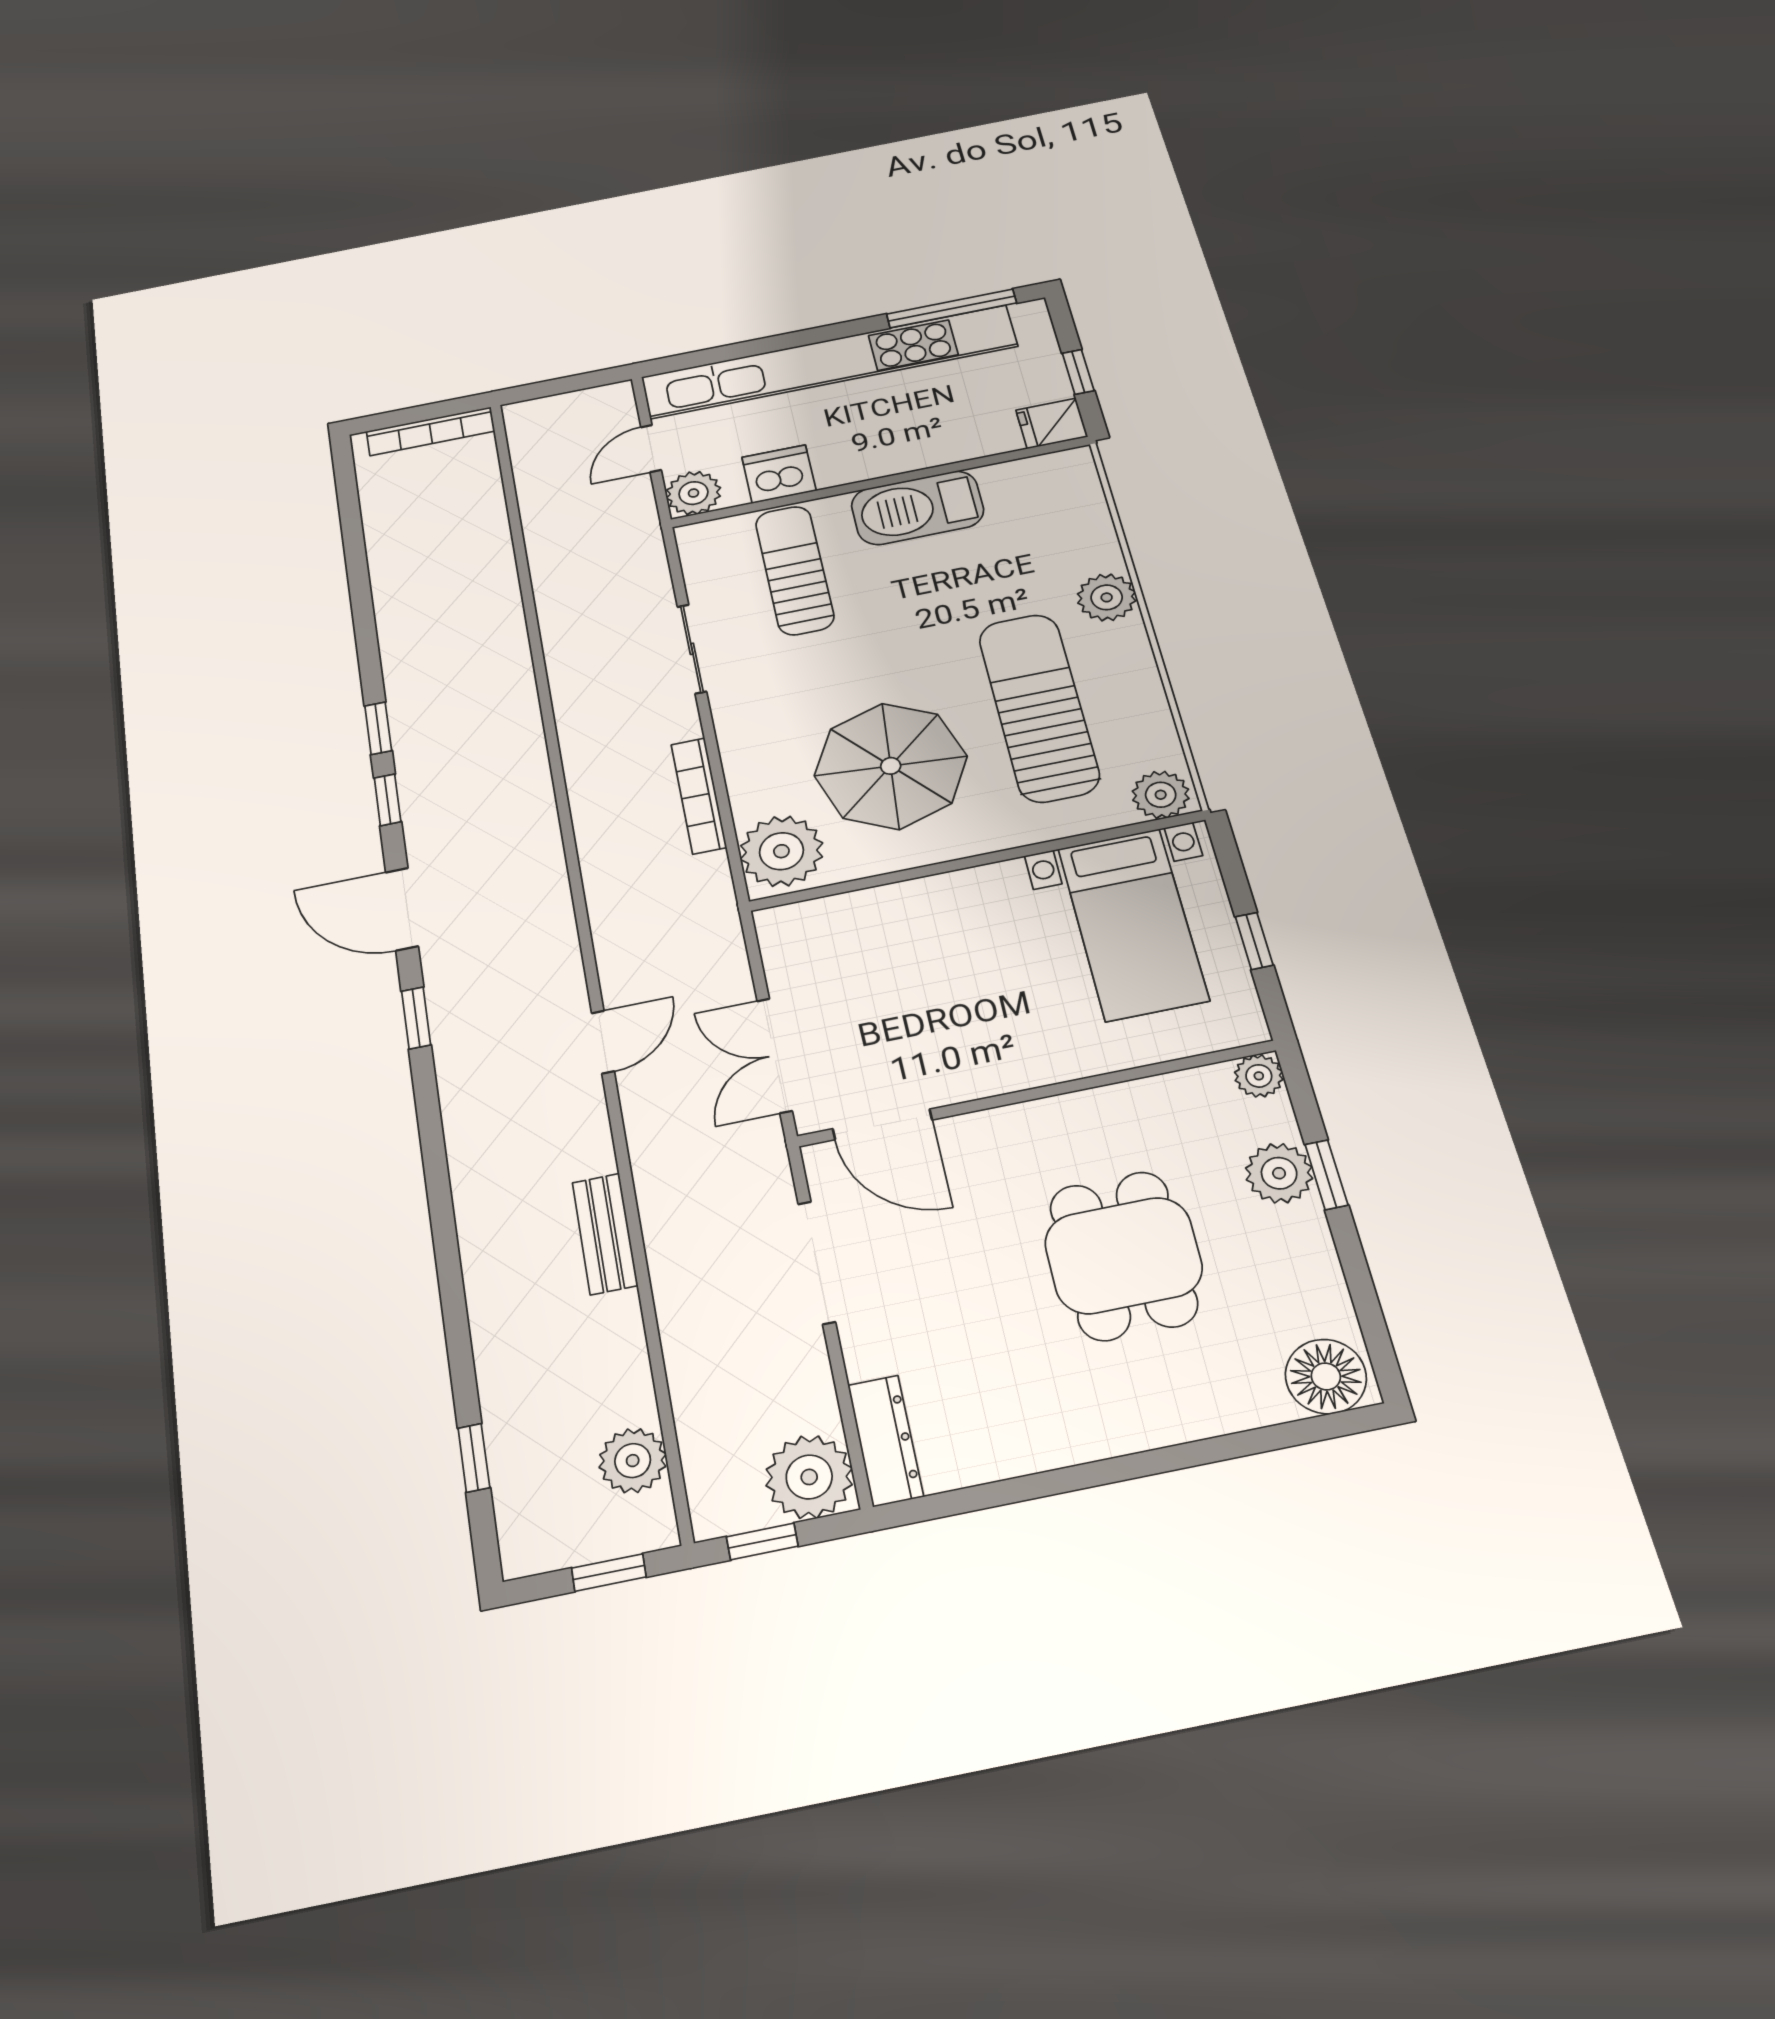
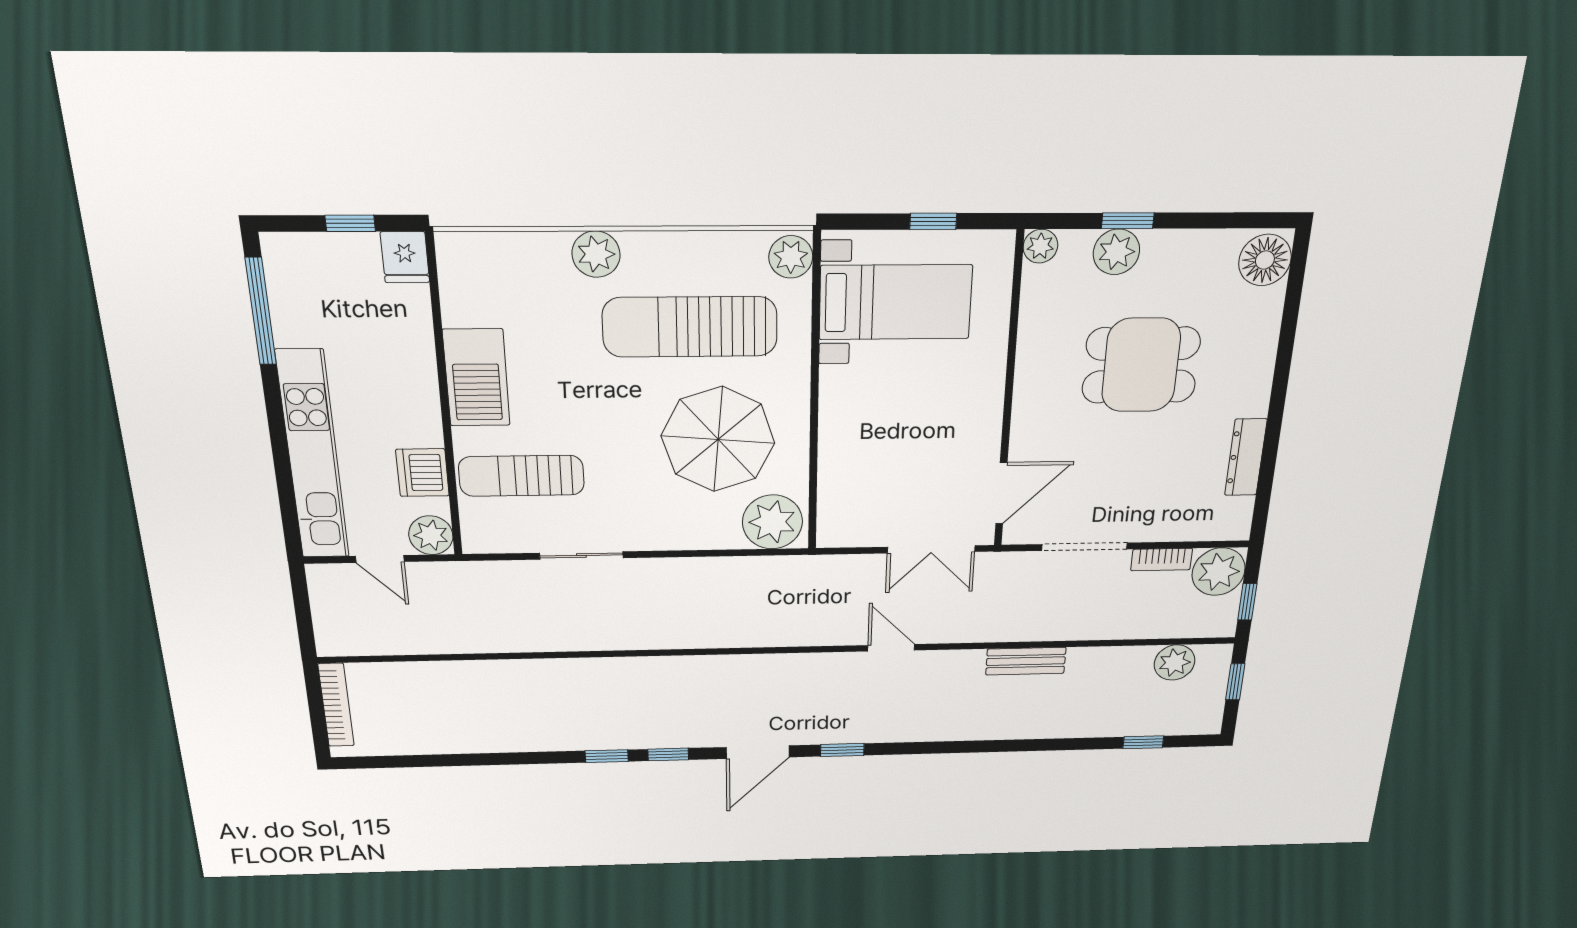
kitchen unit: (829, 362) -> (313, 456), width x0.73
bookcase: (699, 796) -> (1162, 560), moved, width x0.64
dresser: (885, 1440) -> (1246, 457), moved, turned -90

